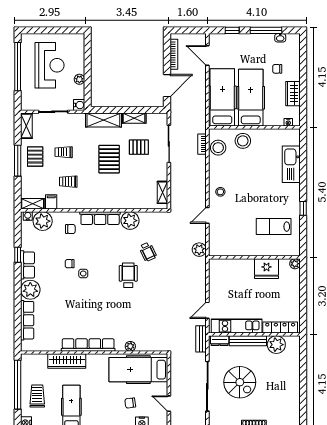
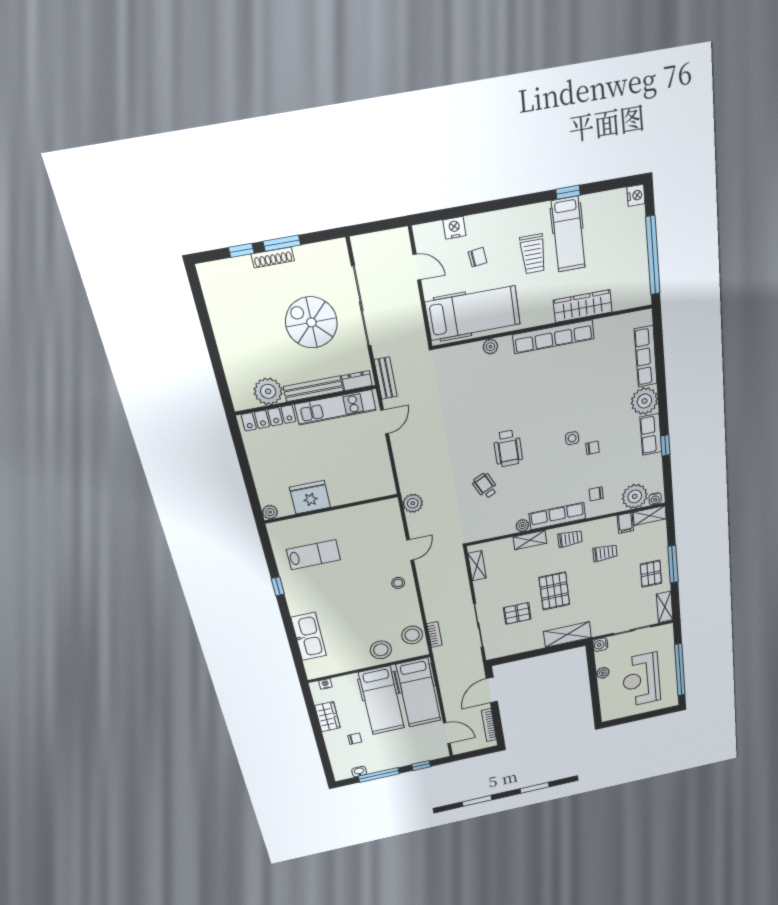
shelving: (134, 118) -> (530, 540), moved
trolley: (64, 152) -> (570, 539), moved
plant: (130, 221) -> (522, 526), width x0.53, depth x0.53
trolley: (37, 396) -> (533, 254), moved

